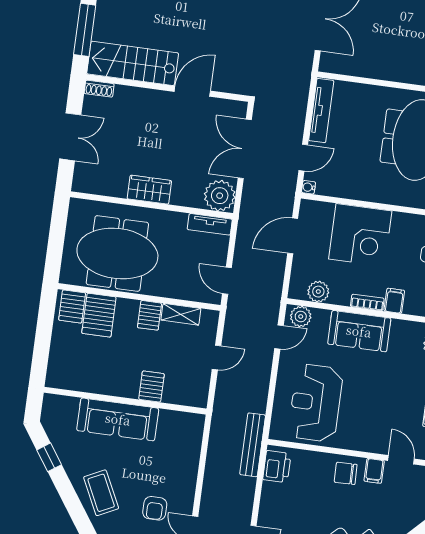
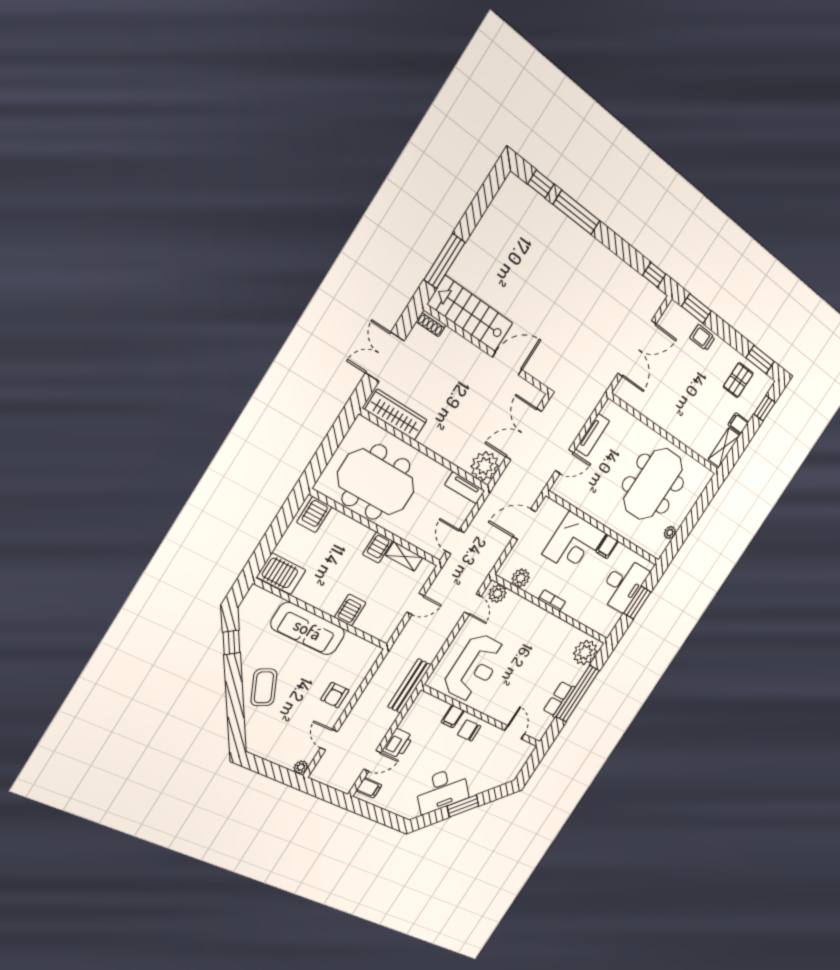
tv unit: (321, 111) -> (593, 435), width x0.71
double door: (70, 137) -> (385, 357), swing flipped
water cooler: (309, 187) -> (556, 488), removed
wardrobe: (149, 190) -> (396, 415), moved, width x1.50
filing cabinet: (394, 301) -> (607, 547), moved, turned 180
server rack: (99, 315) -> (281, 574), moved, turned -90
sofa: (359, 331) -> (535, 621), removed
door: (279, 337) -> (473, 604), hinge flipped
reception desk: (316, 403) -> (474, 668), turned 180
printer: (277, 467) -> (398, 743), moved
filing cabinet: (374, 471) -> (453, 716), moved
armchair: (155, 508) -> (335, 695), moved

